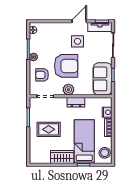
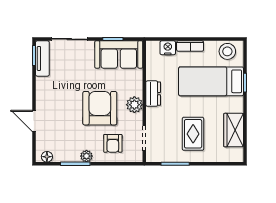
door: (79, 21) -> (34, 121), moved
side table: (78, 41) -> (64, 91), removed
wardrobe: (62, 157) -> (234, 130), moved

